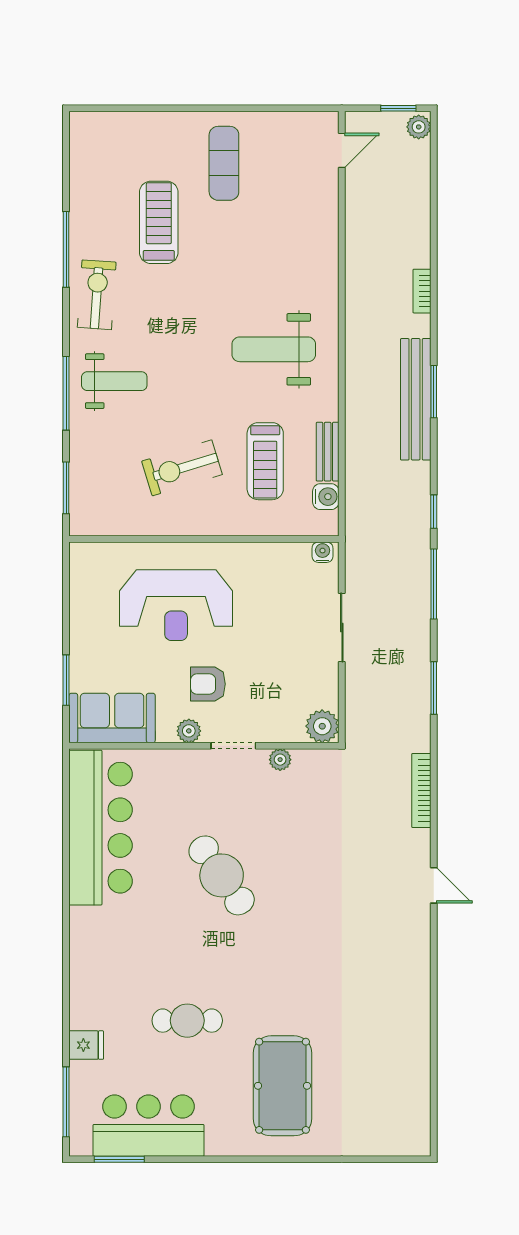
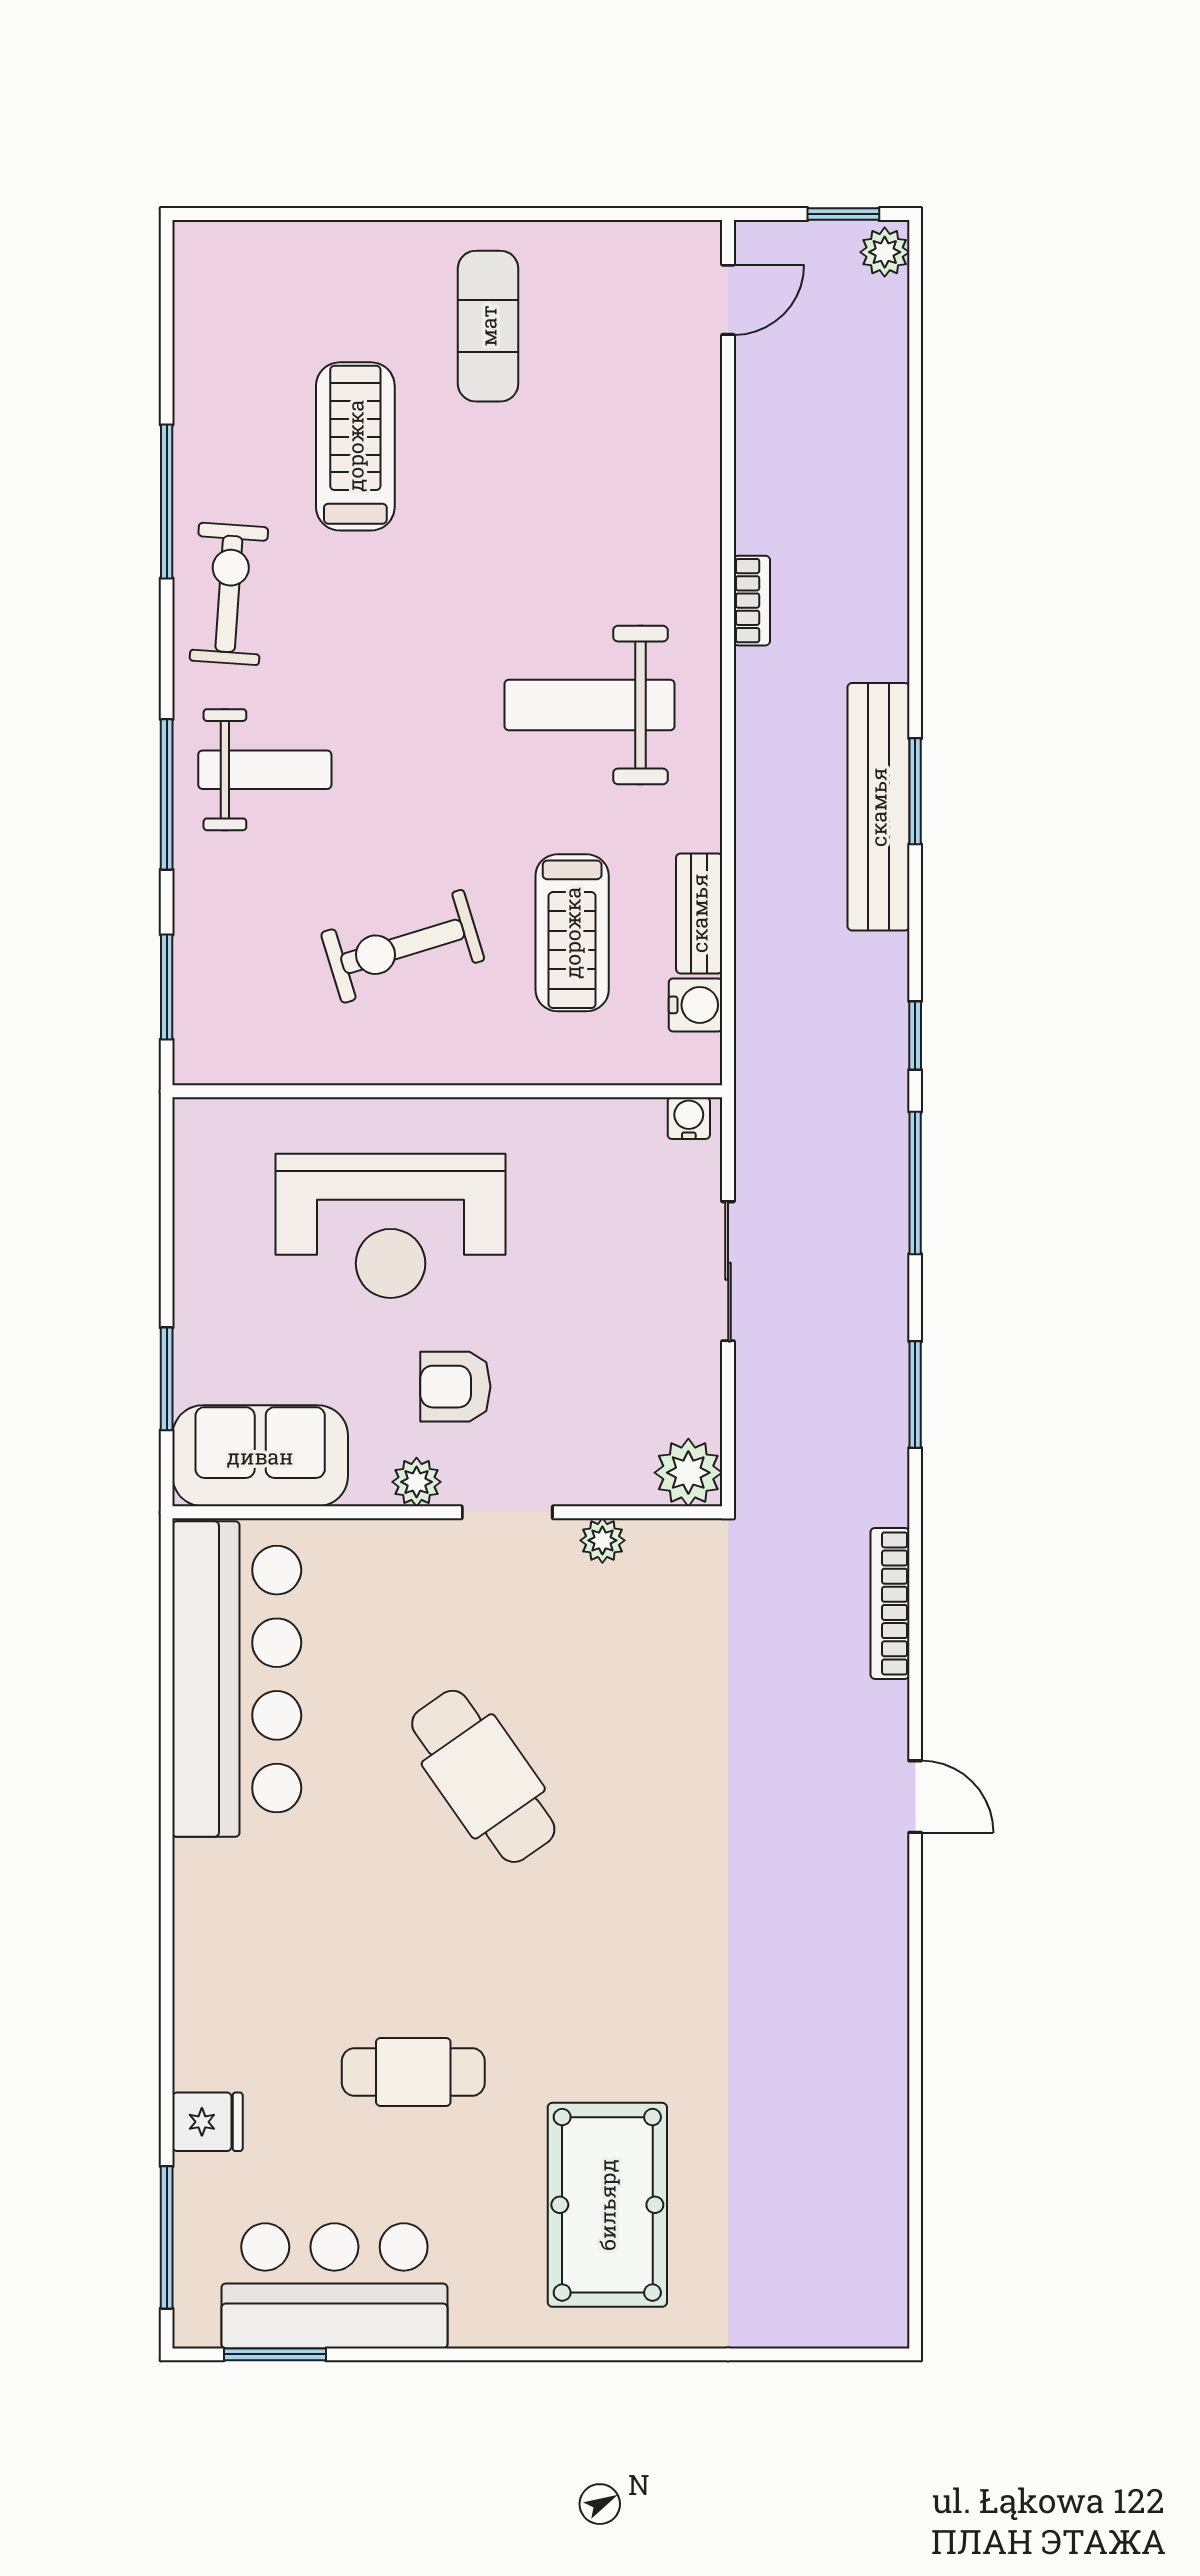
bookcase: (422, 291) -> (752, 601), moved, turned 180

